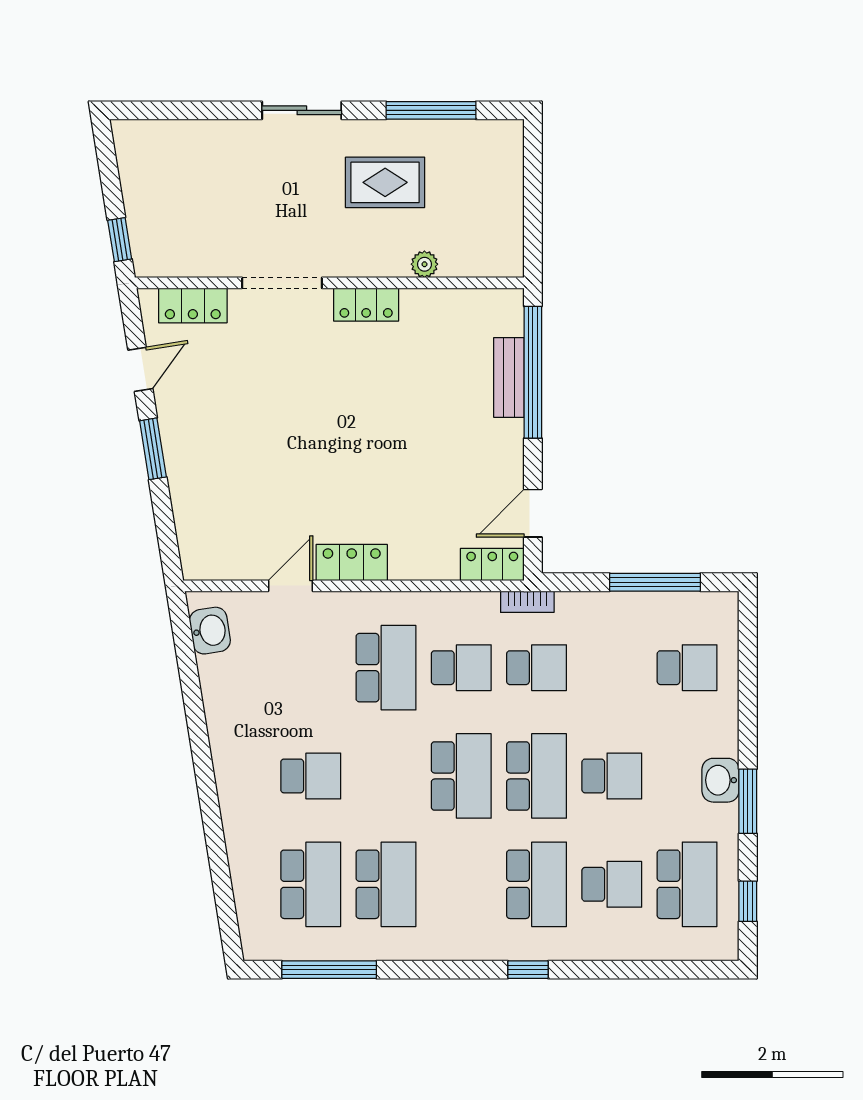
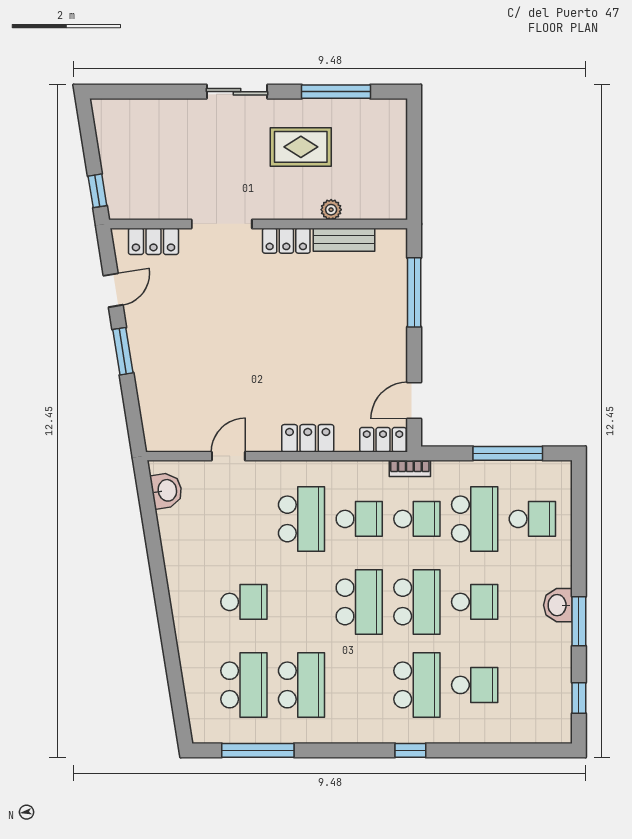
window: (533, 372) -> (414, 292), width x0.68
bench: (509, 377) -> (344, 240), moved, turned 90
locker: (352, 563) -> (308, 438), moved
school desk: (687, 884) -> (475, 519), moved

